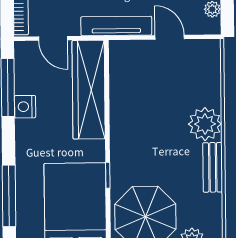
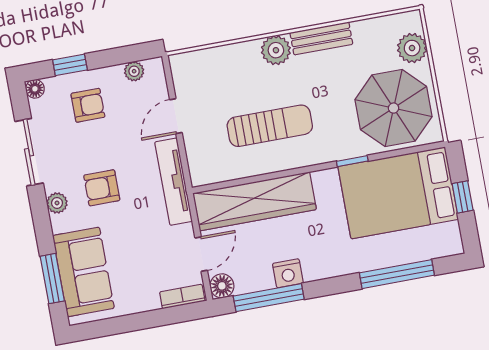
floor lamp: (24, 51) -> (222, 286), added
sun lounger: (148, 113) -> (270, 126), added
plant: (205, 124) -> (276, 50), width x0.73, depth x0.73

